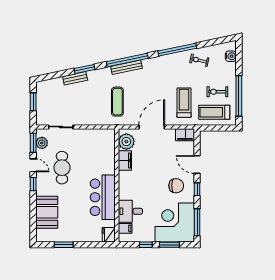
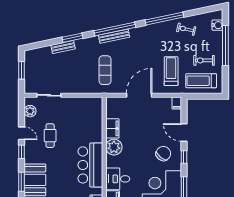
window: (239, 96) -> (225, 45), moved
filing cabinet: (185, 135) -> (177, 103), width x0.50
plant: (126, 142) -> (114, 147), moved
window: (33, 143) -> (21, 182), moved
cafe table: (62, 168) -> (50, 136), width x0.73, depth x0.74
chair: (176, 186) -> (163, 154), turned -52

